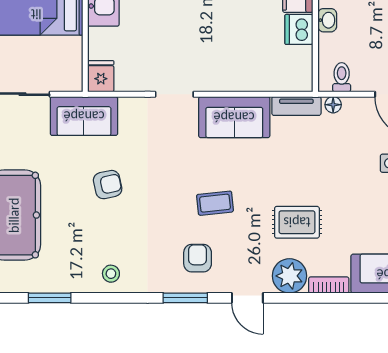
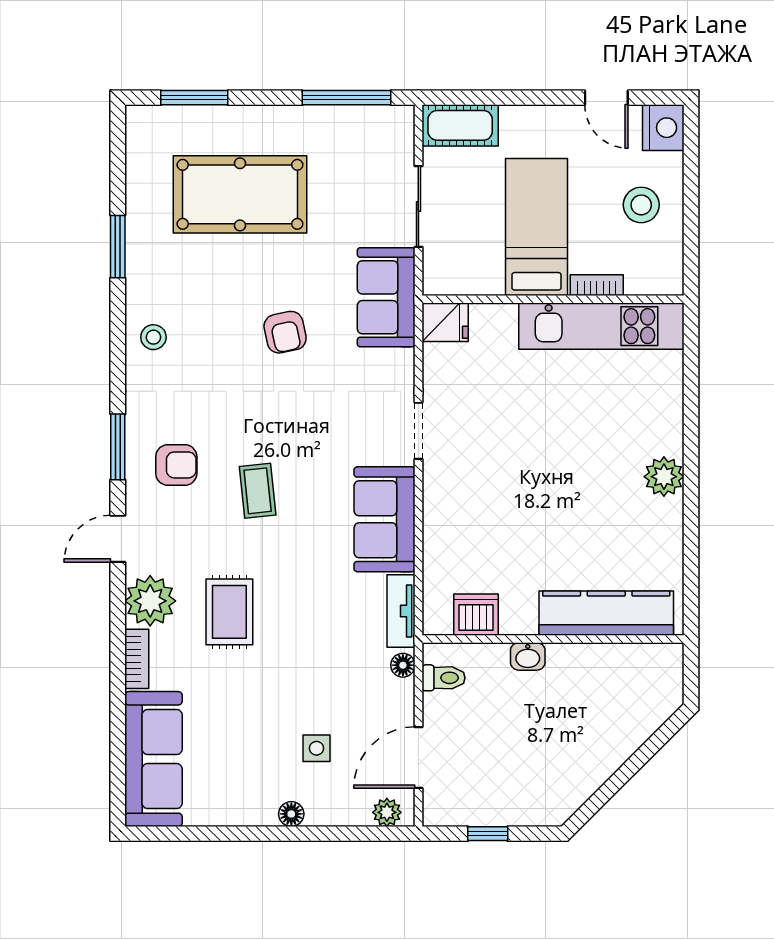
dishwasher: (299, 29) -> (476, 615), moved

